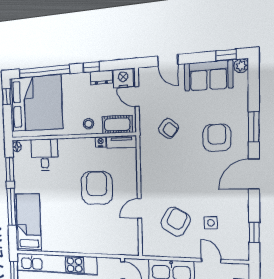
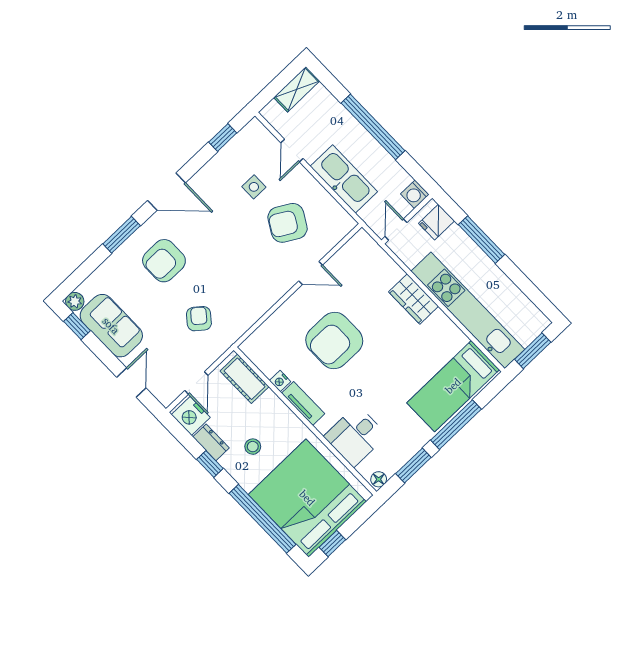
stool: (88, 124) -> (253, 447), moved
tv unit: (122, 142) -> (303, 403), moved
wardrobe: (83, 245) -> (414, 299), added

